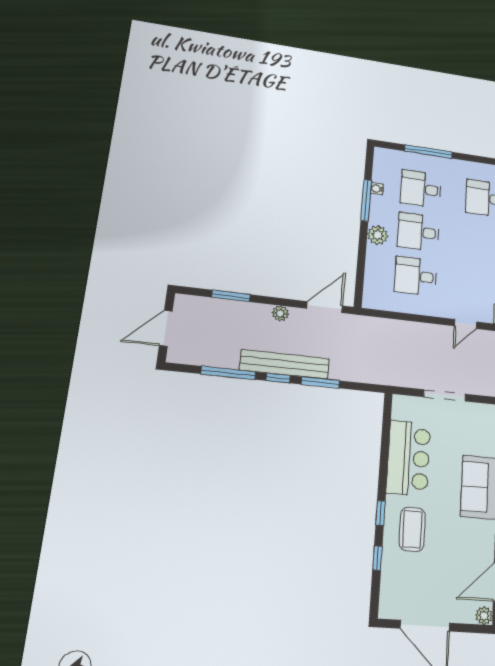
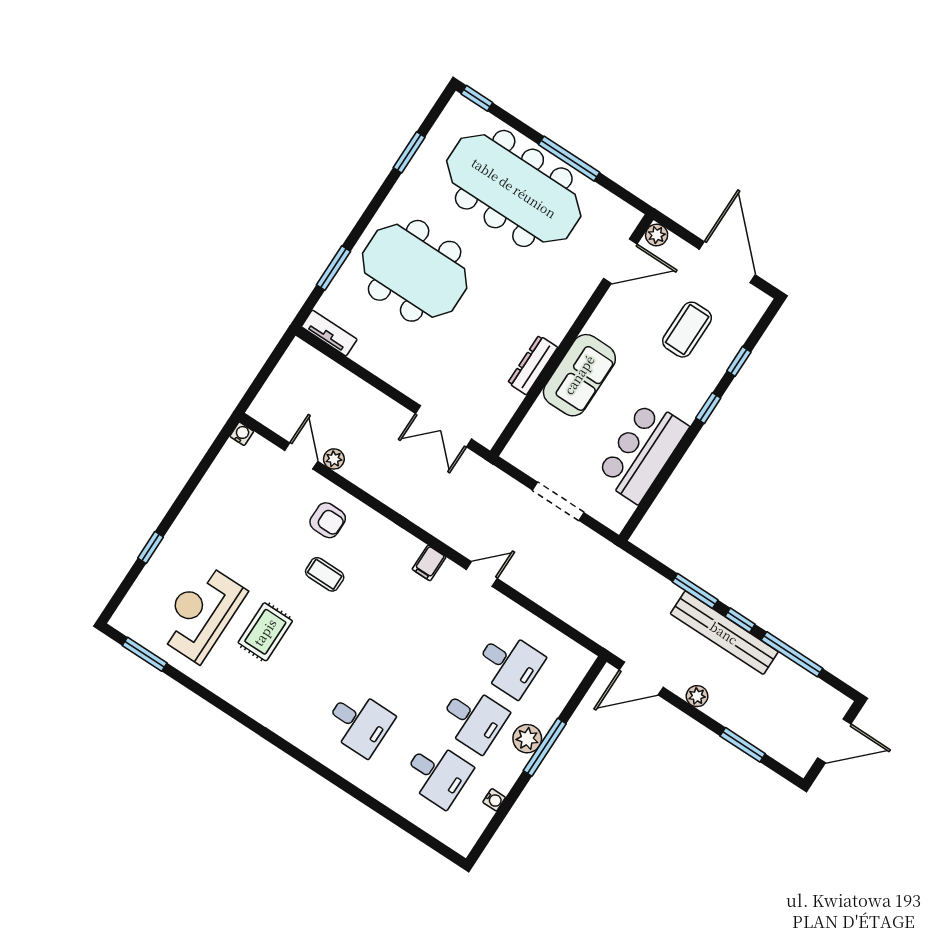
window: (428, 152) -> (398, 820), removed
window: (366, 200) -> (545, 747), moved
coffee table: (412, 529) -> (687, 330), moved

